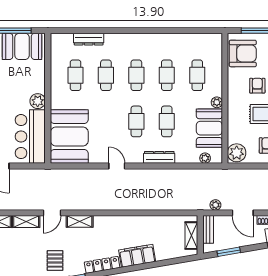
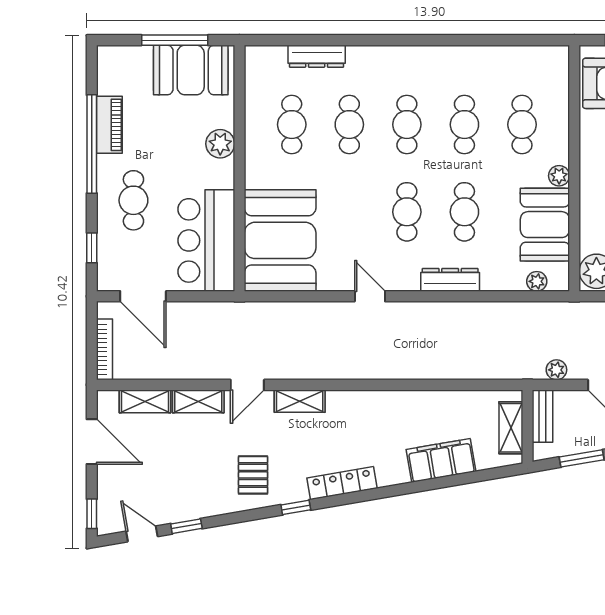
plant: (38, 101) -> (220, 144), moved
filing cabinet: (137, 256) -> (441, 460), moved

